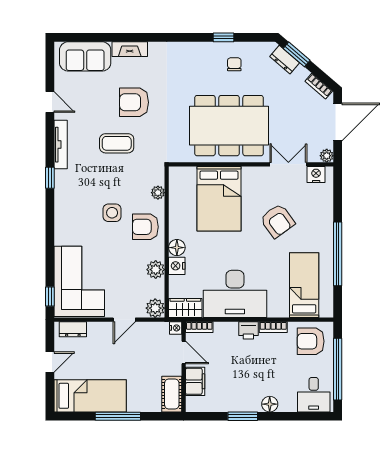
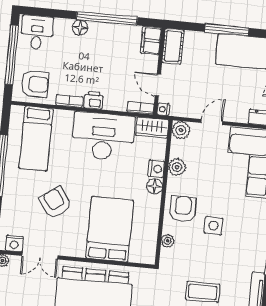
armchair: (145, 227) -> (183, 209), turned -90
filing cabinet: (195, 381) -> (151, 41), moved
window: (243, 416) -> (107, 18), width x2.11

